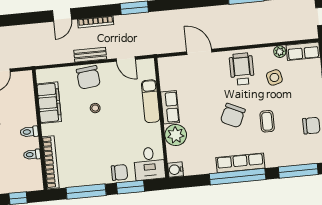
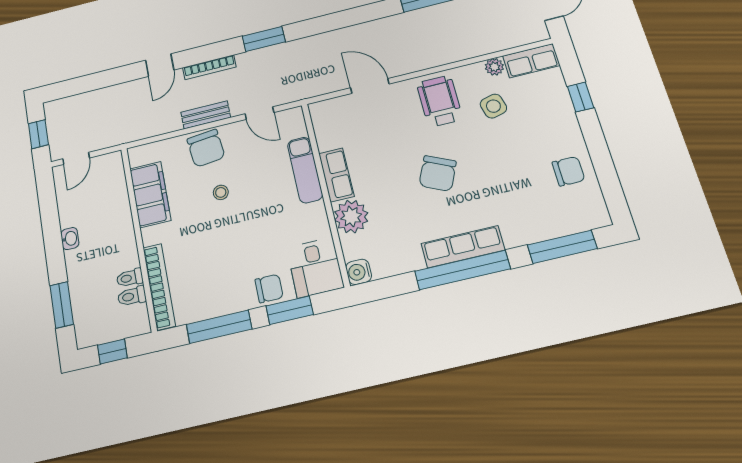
coffee table: (267, 121) -> (495, 175), removed
toilet: (29, 132) -> (132, 296), moved

